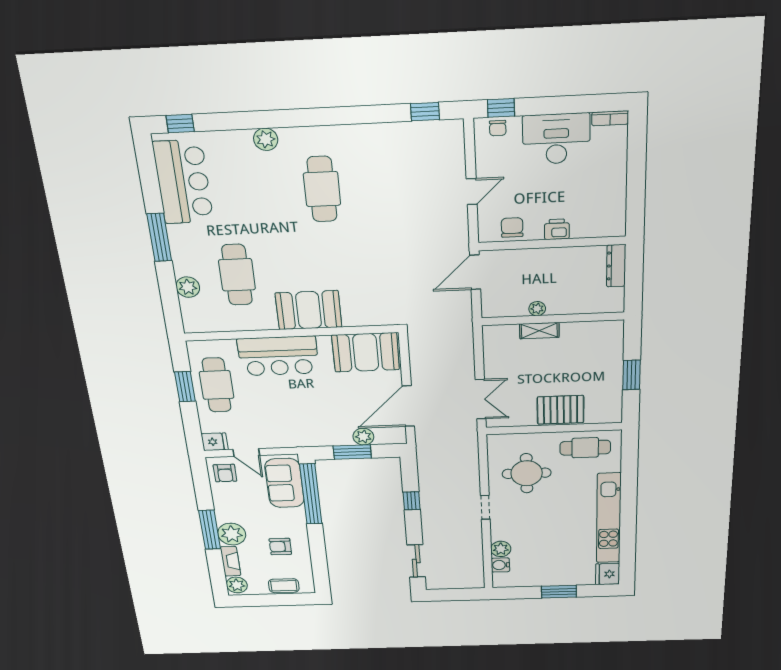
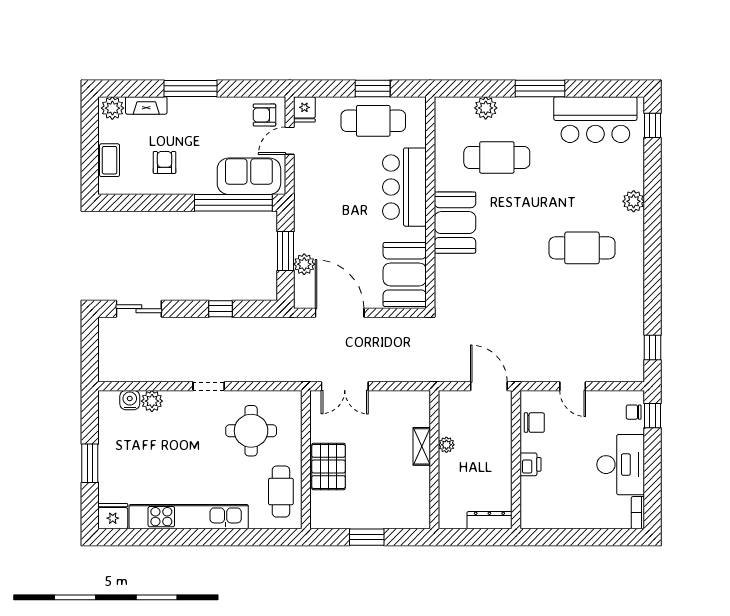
plant: (232, 534) -> (184, 112), removed

